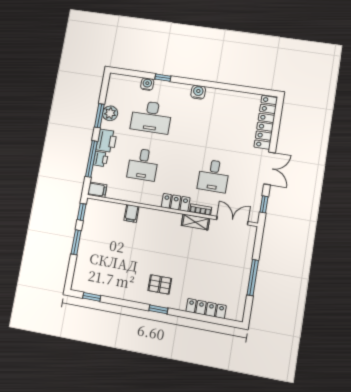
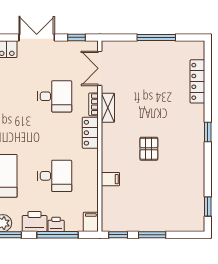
pallet: (160, 284) -> (149, 149), moved

